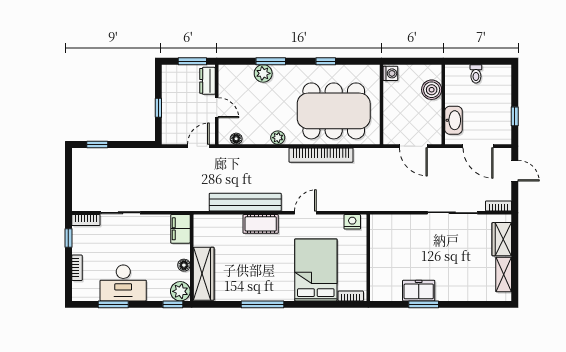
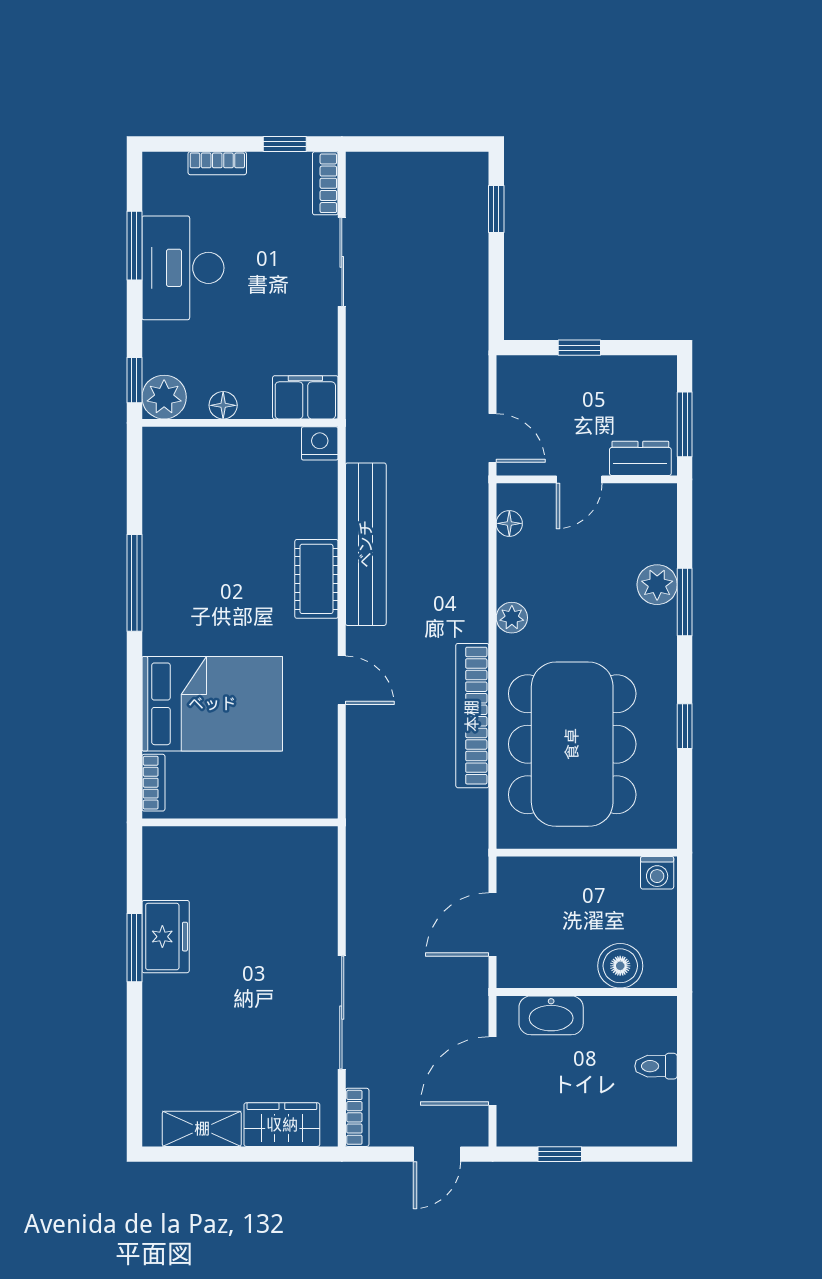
nightstand: (352, 222) -> (320, 443), moved, turned -90
wardrobe: (204, 274) -> (204, 450), removed

